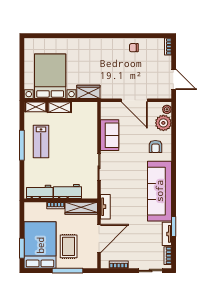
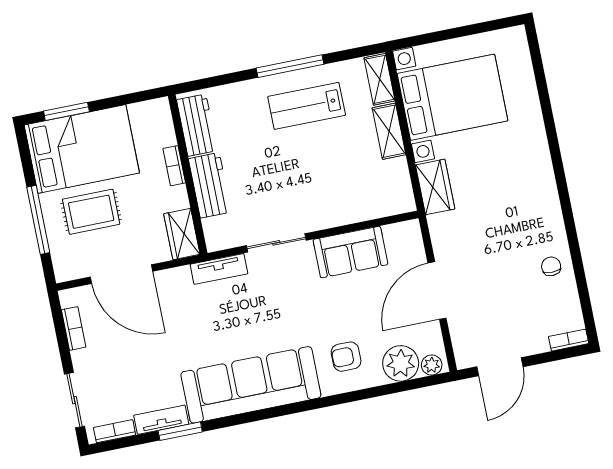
tv unit: (105, 207) -> (219, 269), moved
wardrobe: (81, 208) -> (182, 234), width x0.67

